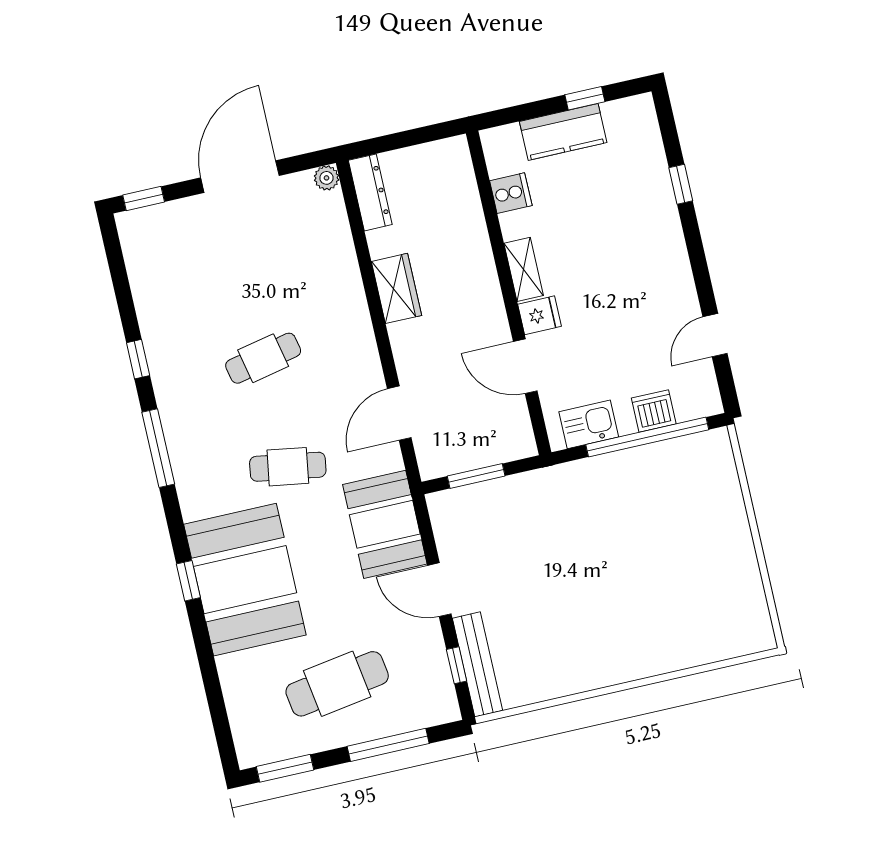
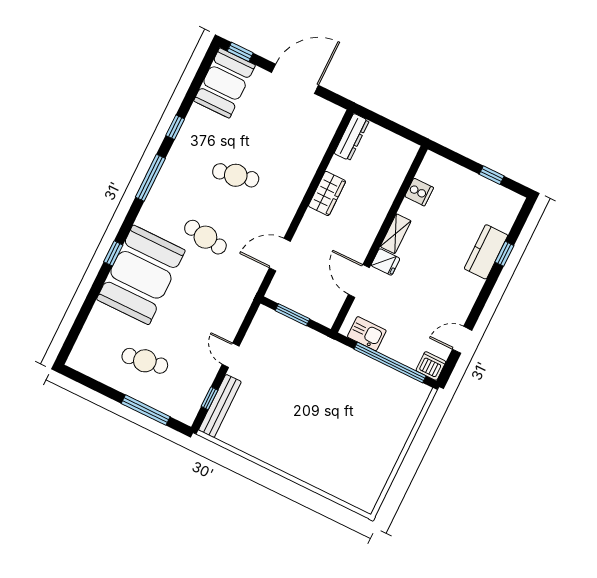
kitchen counter: (563, 132) -> (486, 252), moved, turned 90
plant: (327, 178) -> (336, 113), removed
dishwasher: (654, 411) -> (431, 366), moved
booth: (385, 524) -> (225, 83), moved
door: (439, 590) -> (231, 355), width x0.73
cafe table: (337, 684) -> (145, 361), width x0.73, depth x0.74
window: (285, 768) -> (87, 381), removed

